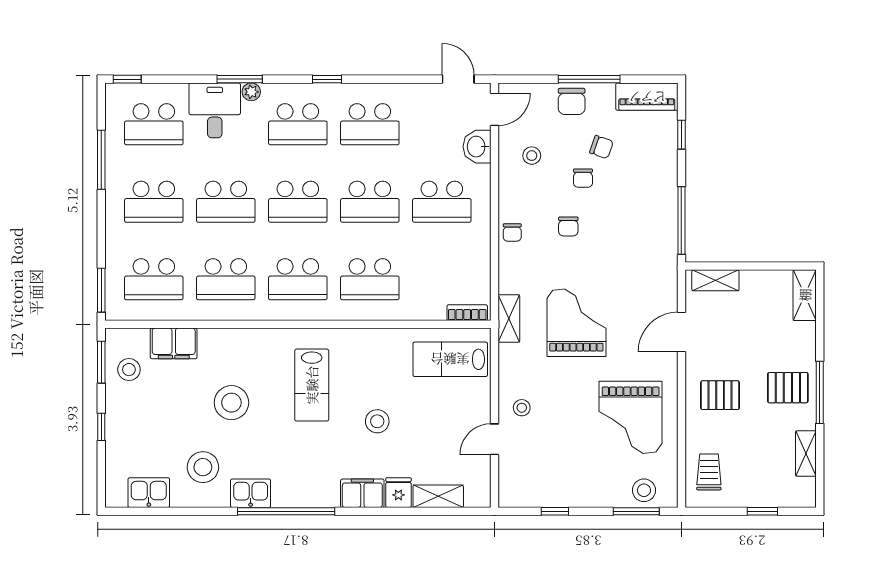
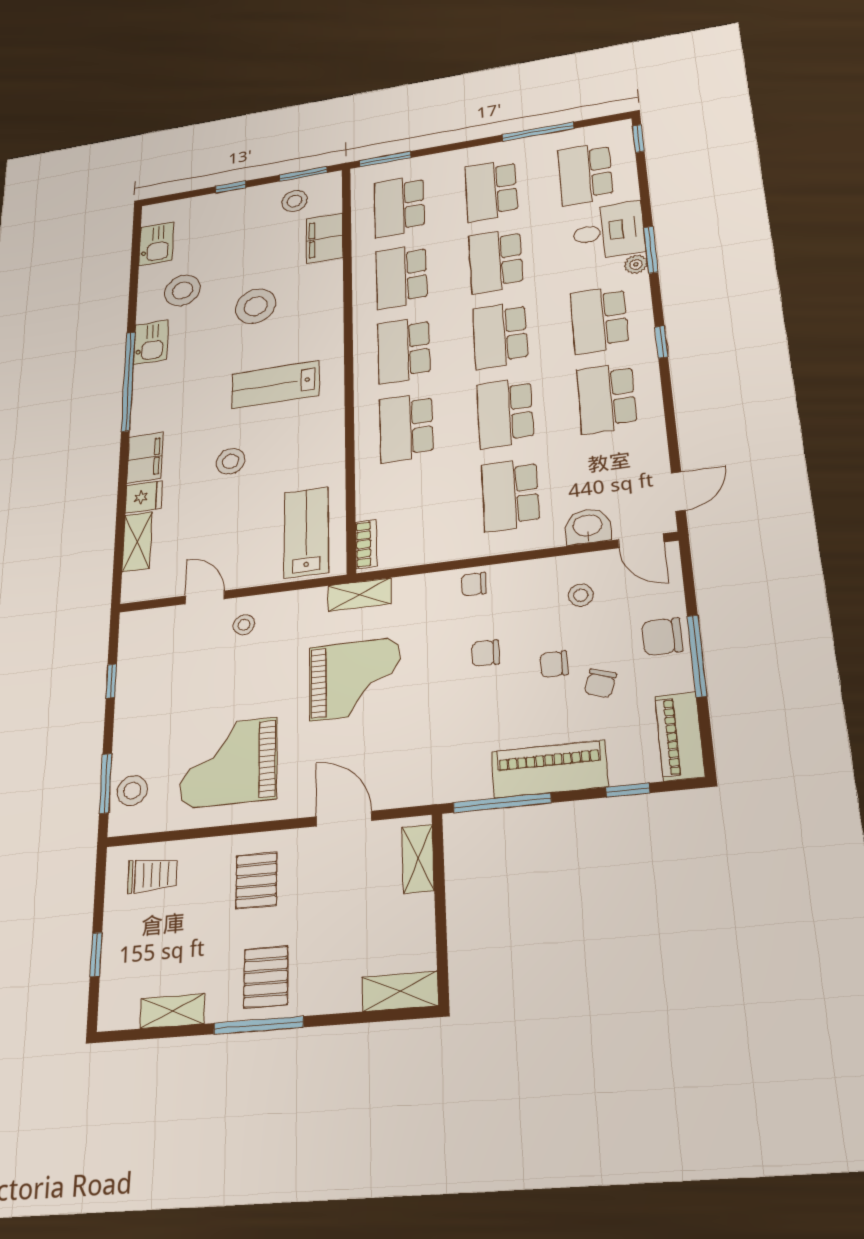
piano: (661, 186) -> (549, 769), added

